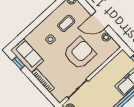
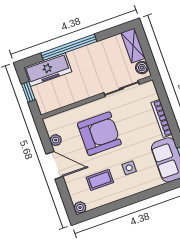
armchair: (79, 53) -> (99, 134), turned 180

